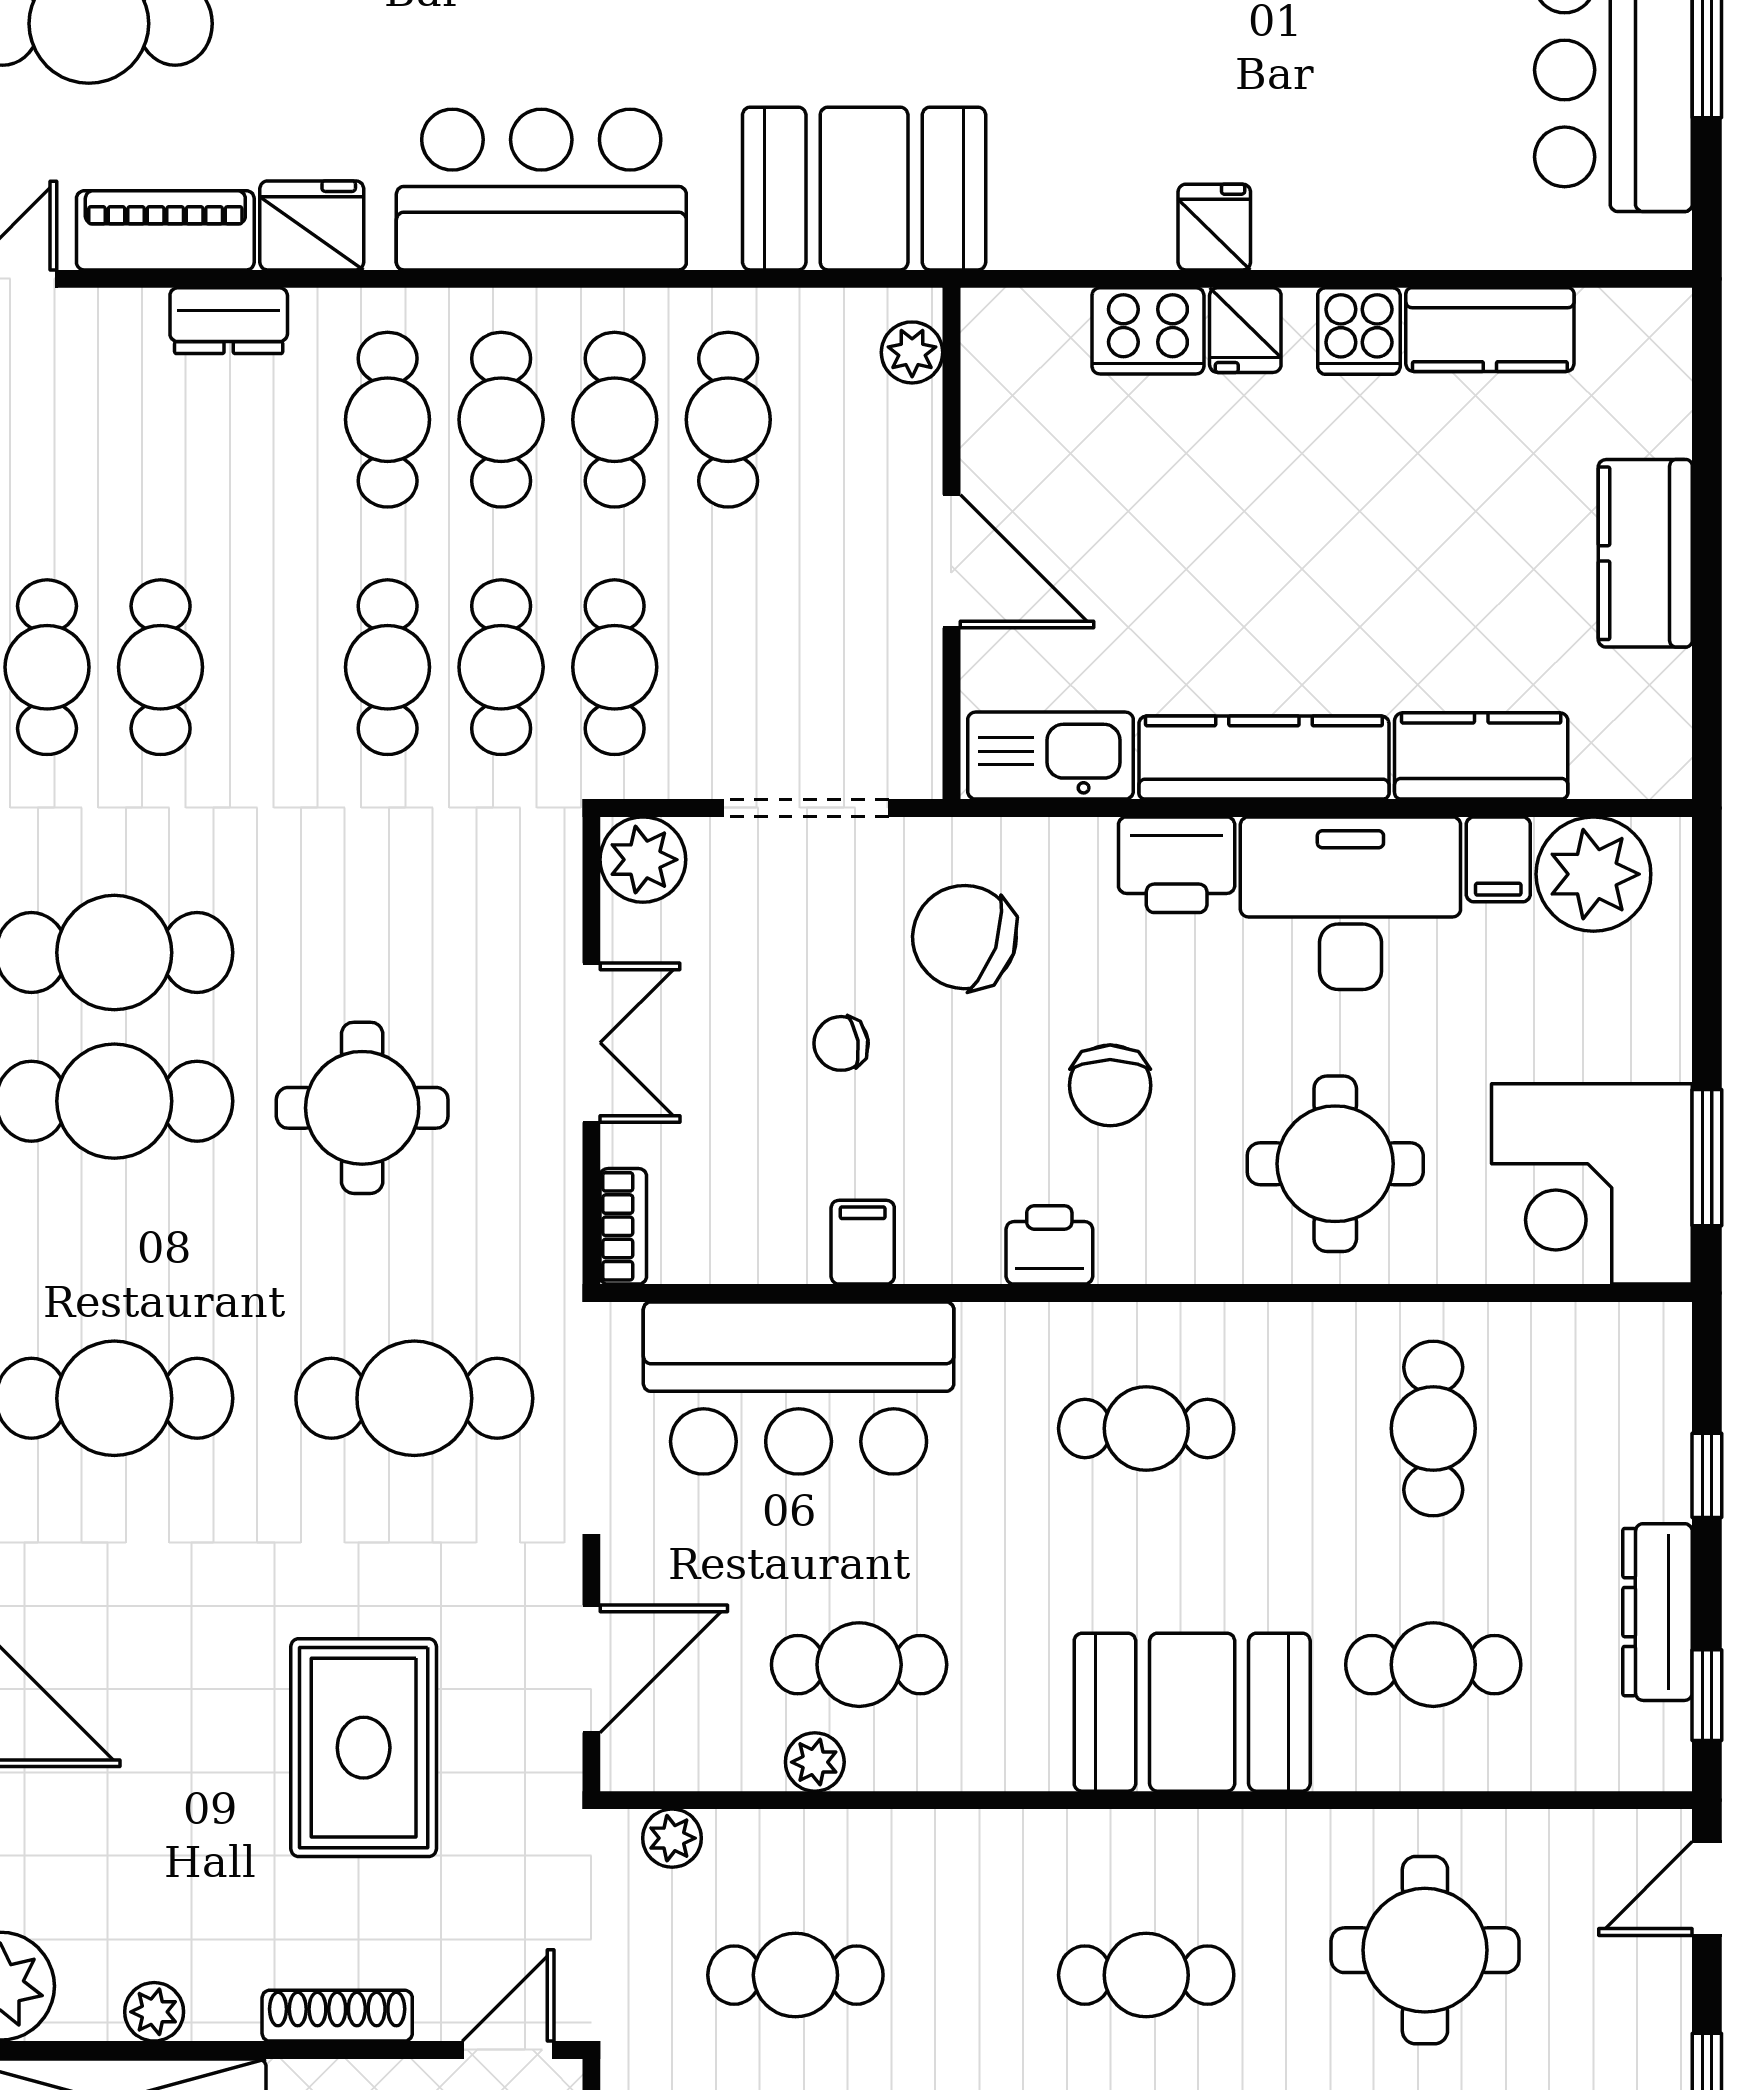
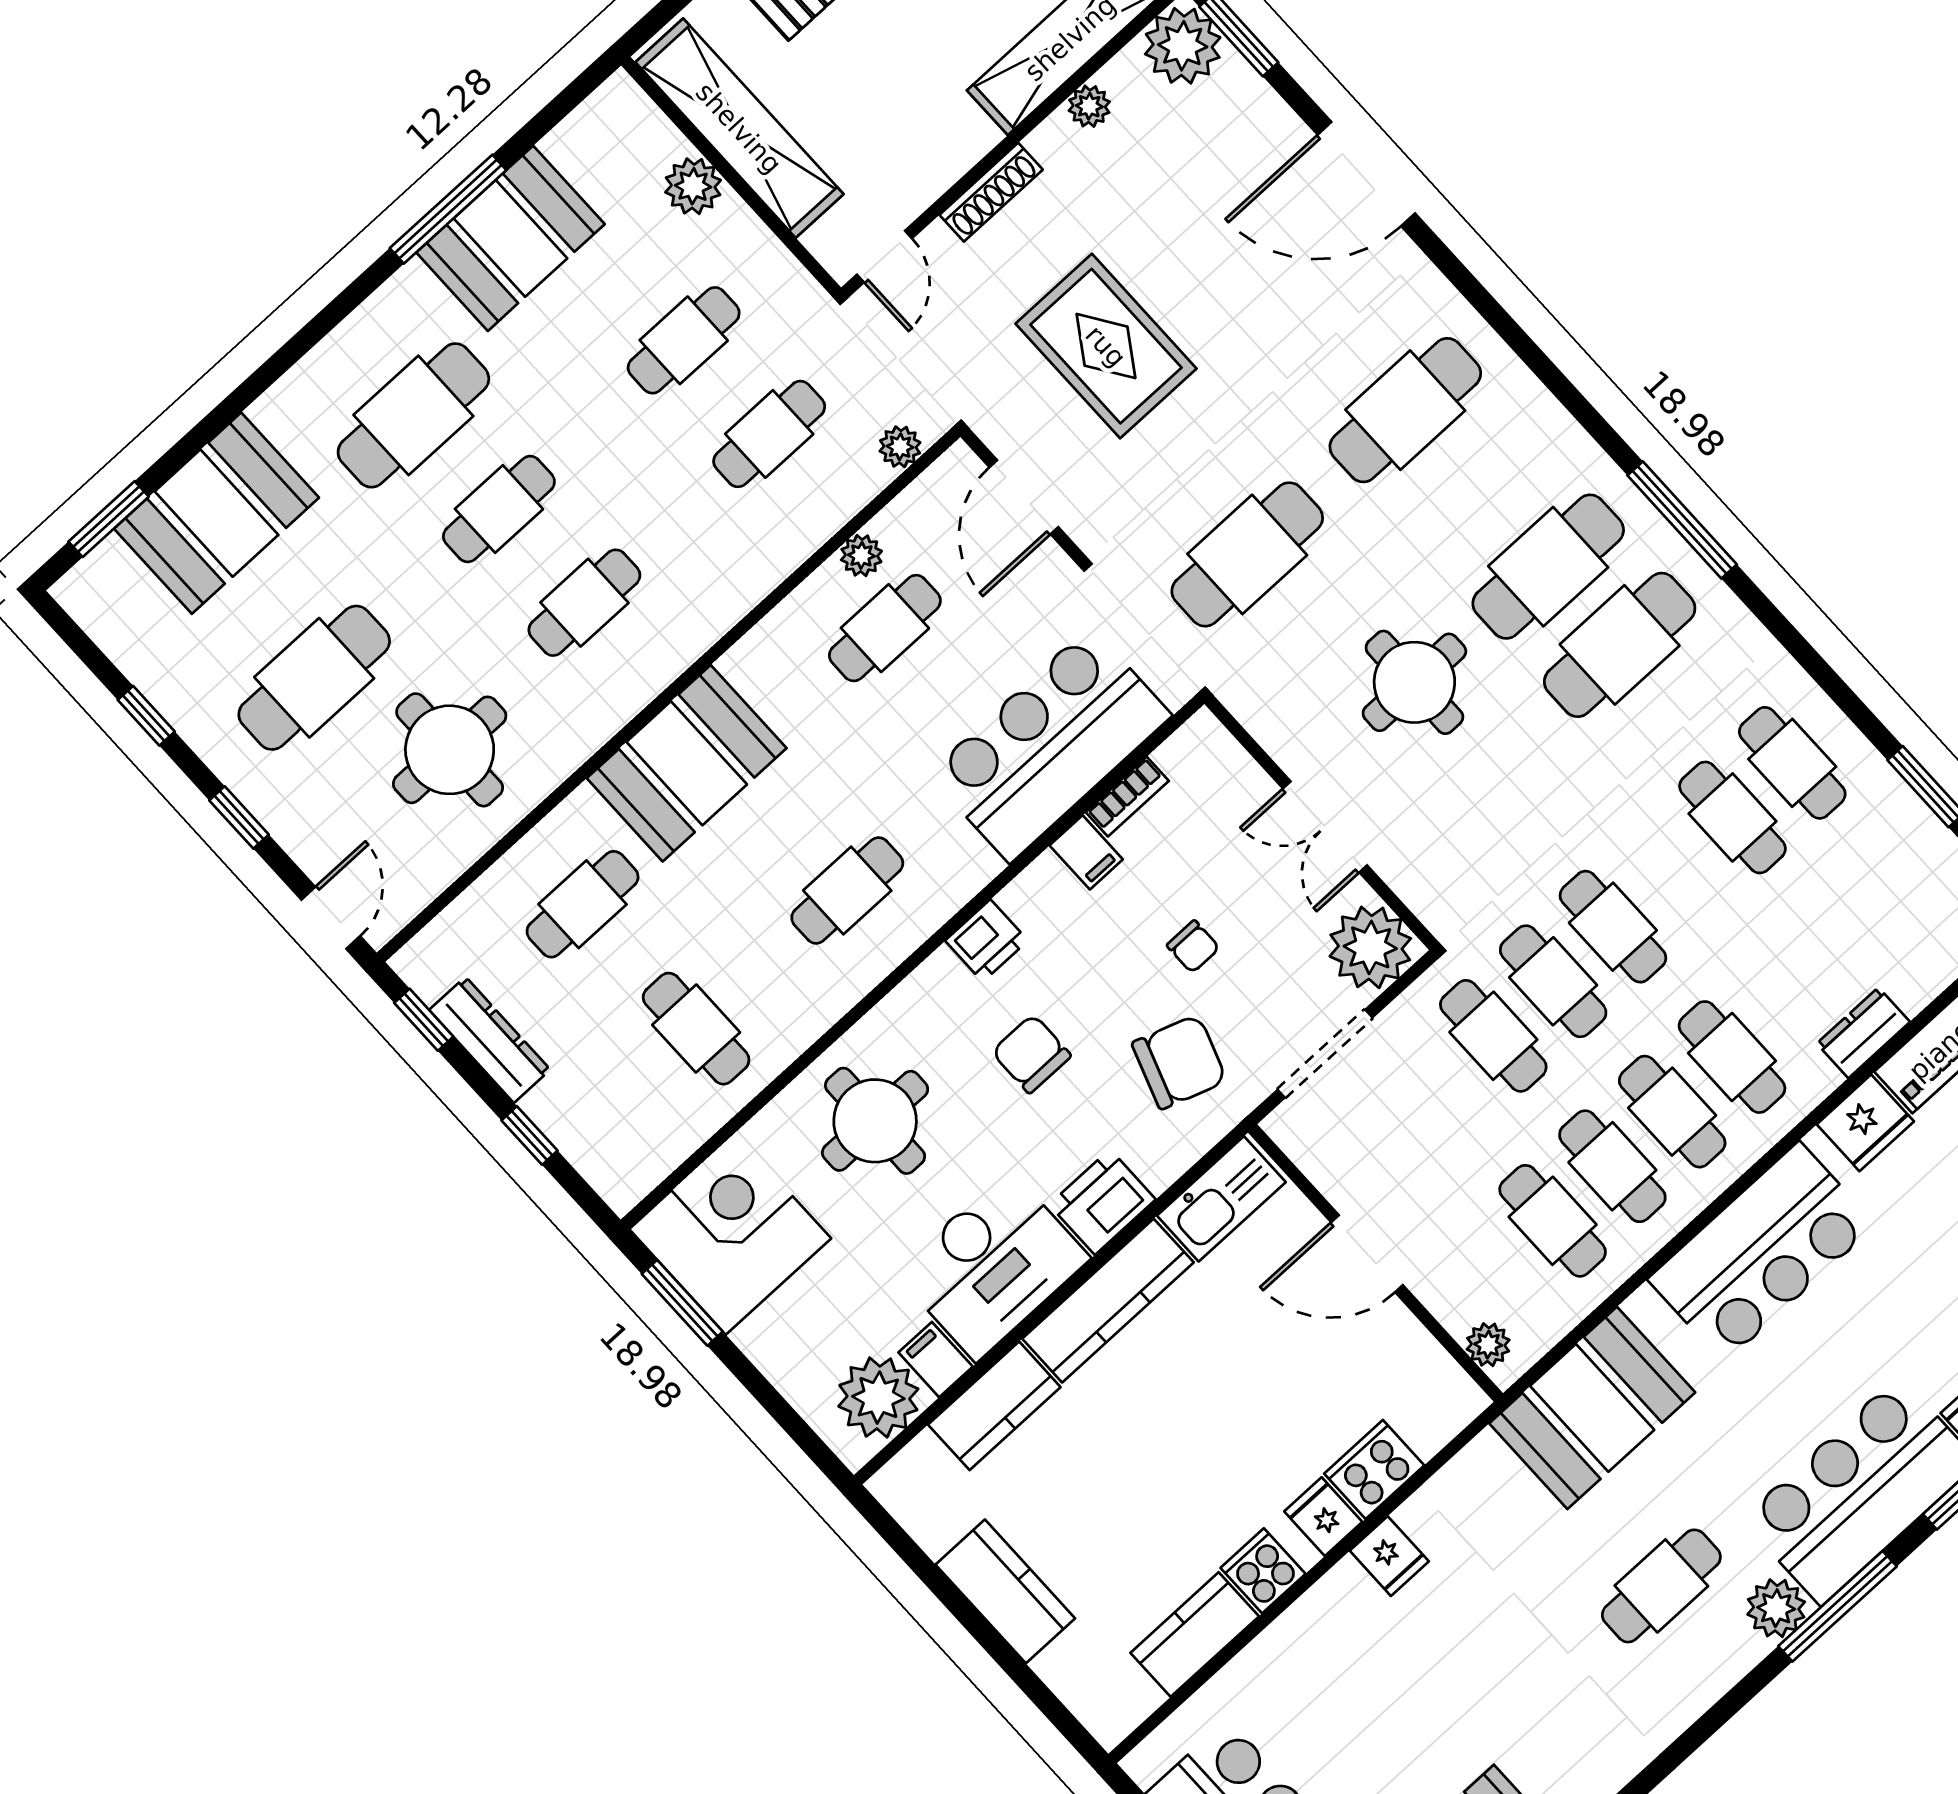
plant: (643, 860) -> (1370, 947), width x1.36, depth x1.36
chair: (841, 1043) -> (1193, 947), turned 99
bookcase: (623, 1226) -> (1127, 797), moved, turned -90

